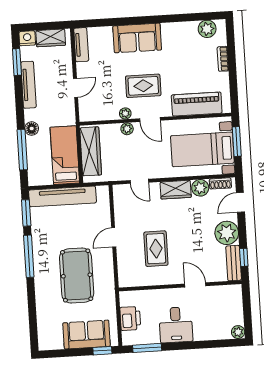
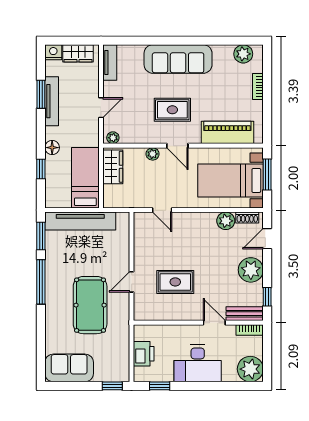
sofa: (137, 38) -> (178, 59), width x1.36
window: (17, 62) -> (41, 94), moved
plant: (125, 113) -> (113, 138), moved
window: (22, 150) -> (41, 169), width x0.46
wardrobe: (91, 151) -> (113, 167), width x0.67
wardrobe: (176, 190) -> (200, 221), removed
door: (114, 237) -> (132, 282), moved
rug: (156, 249) -> (175, 282), turned 90
bench: (234, 263) -> (245, 314), moved, turned 90
bookcase: (229, 290) -> (250, 330), added
desk: (176, 325) -> (198, 363), width x1.37
plant: (238, 332) -> (250, 369), width x1.87, depth x1.87
sofa: (87, 335) -> (69, 368), moved
window: (147, 348) -> (160, 386), width x0.67

